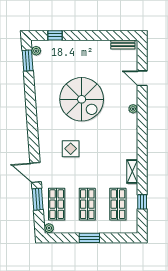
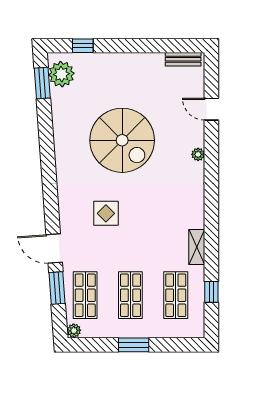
plant: (36, 51) -> (61, 74), width x1.87, depth x1.87

